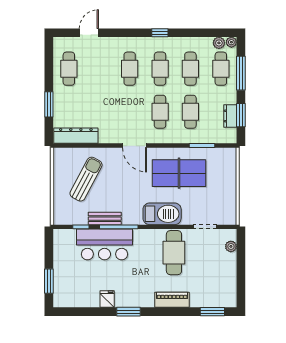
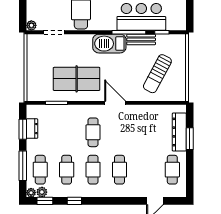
window: (160, 33) -> (74, 201), moved
window: (215, 33) -> (45, 201), added
cafe table: (190, 112) -> (67, 132), removed
dresser: (76, 136) -> (179, 132), moved, turned 90
barbecue: (162, 214) -> (109, 44), moved
plant: (231, 246) -> (31, 25), moved

